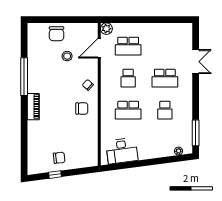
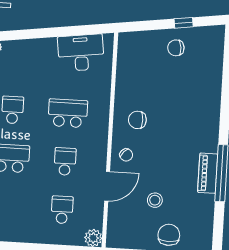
school desk: (128, 46) -> (62, 210), width x0.54
door: (99, 48) -> (107, 186), moved
piano: (33, 107) -> (208, 173), moved

